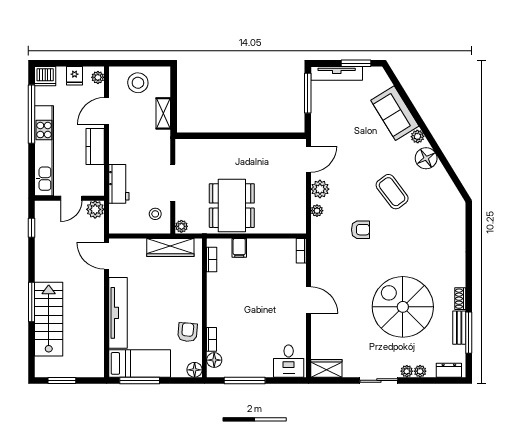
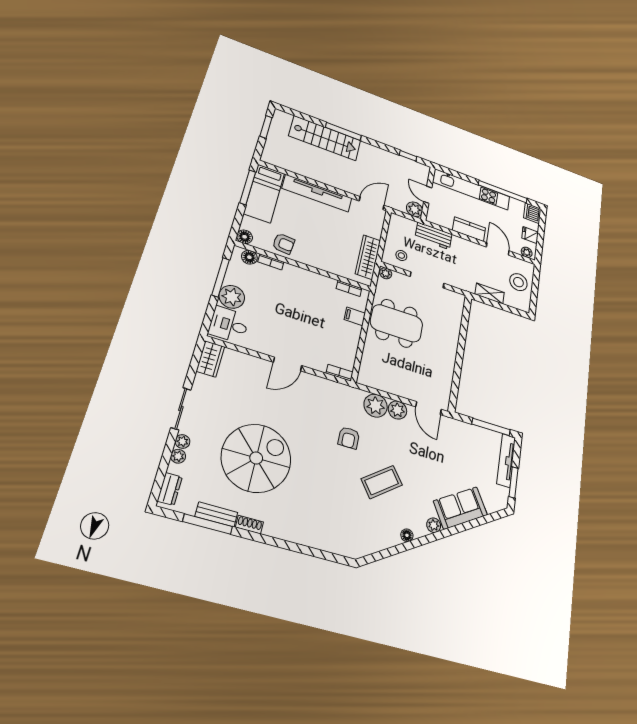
floor lamp: (426, 158) -> (407, 535), width x0.53, depth x0.53
plant: (317, 211) -> (376, 406), width x1.88, depth x1.88
plant: (260, 366) -> (232, 297), added

